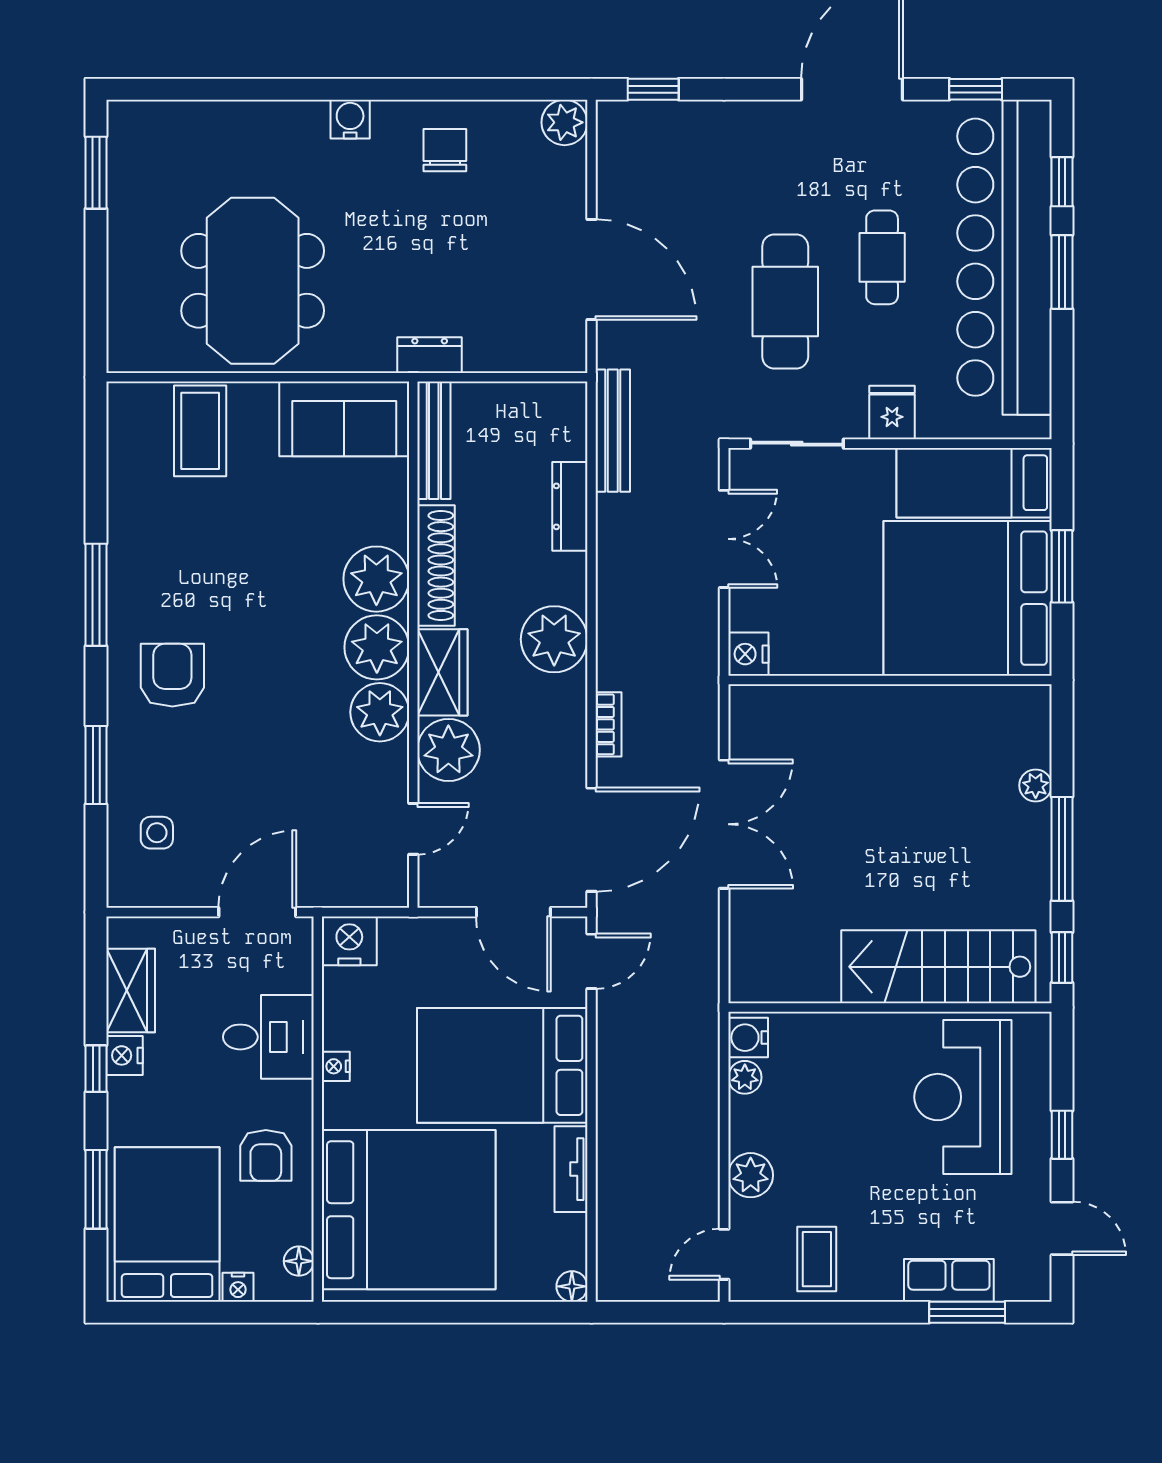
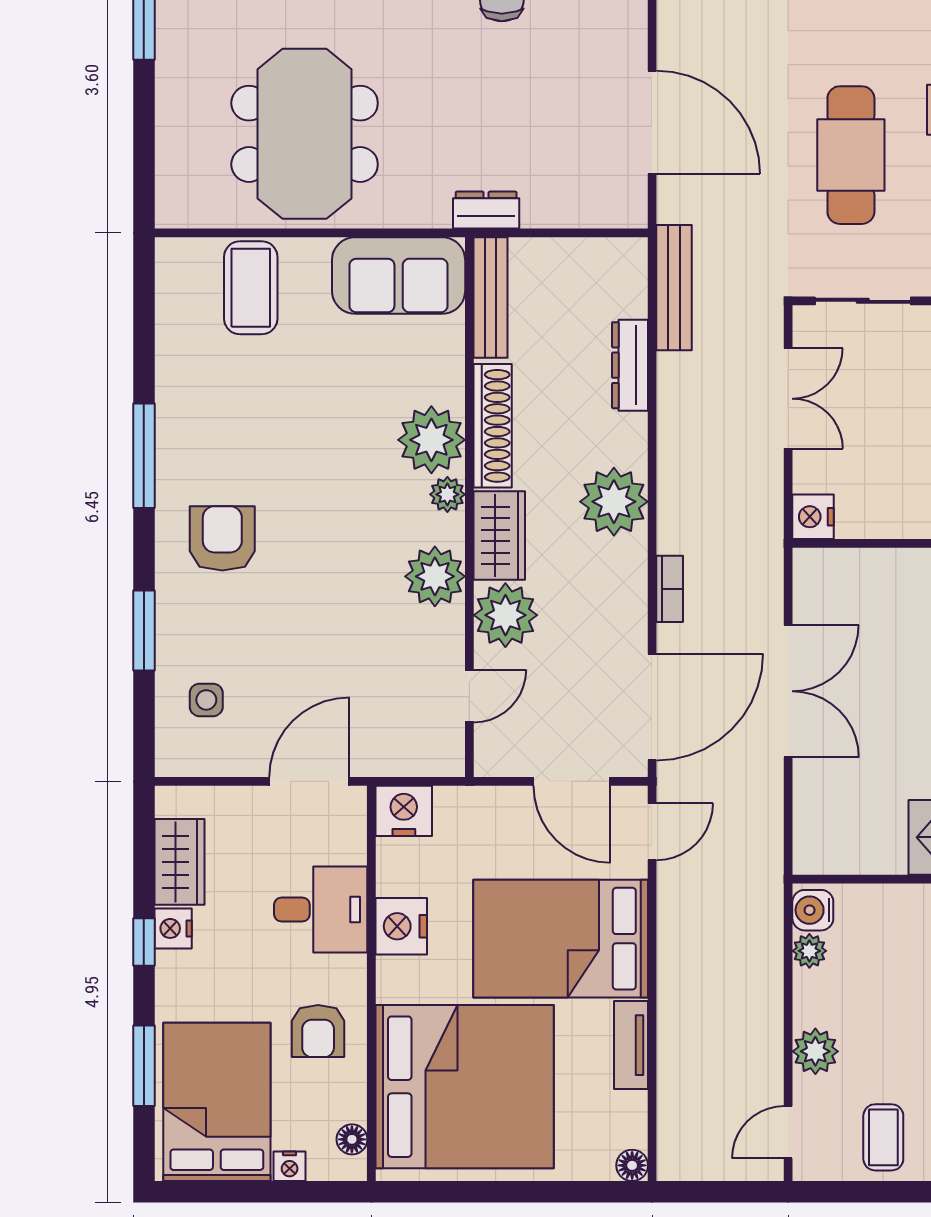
plant: (377, 647) -> (447, 494), width x0.53, depth x0.53
nightstand: (336, 1066) -> (401, 926), width x1.89, depth x1.79

